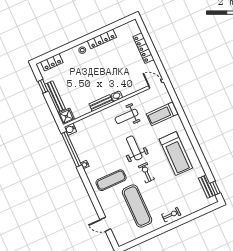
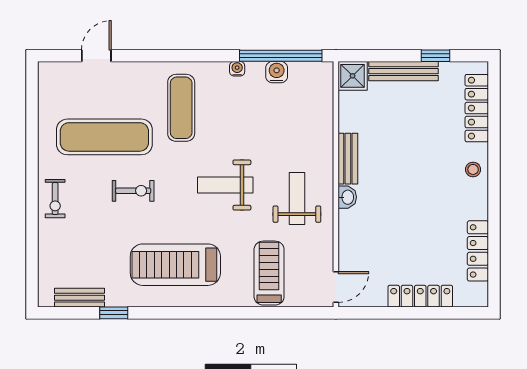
locker: (102, 39) -> (478, 251), moved
locker: (52, 62) -> (477, 108), width x1.53
water cooler: (70, 129) -> (277, 72), moved
weight bench: (134, 148) -> (225, 185), turned 180
exercise bike: (146, 173) -> (133, 191), moved
window: (215, 188) -> (114, 313), moved

